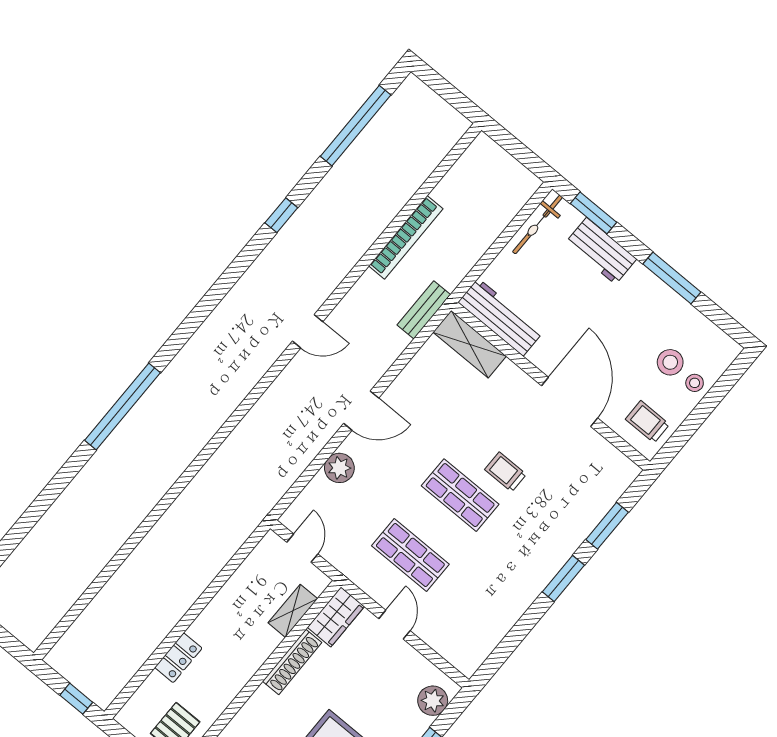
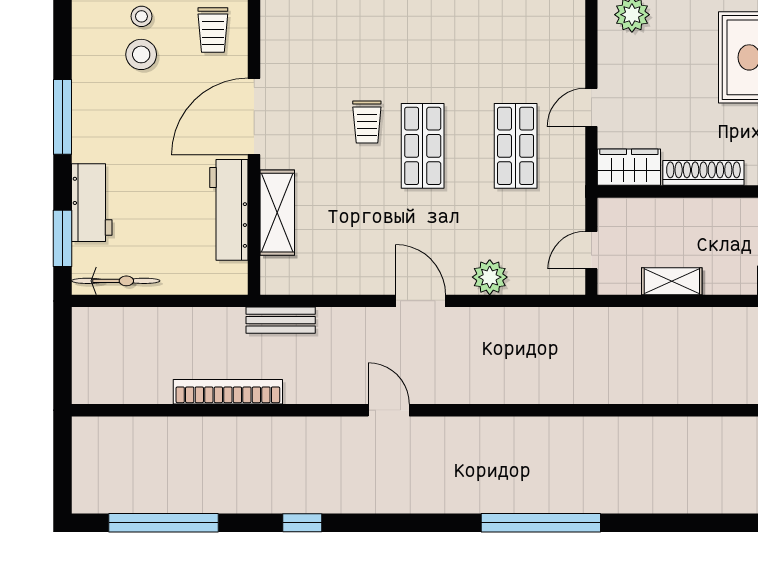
workbench: (500, 317) -> (229, 210), moved
shelving: (470, 344) -> (277, 213), moved
window: (122, 406) -> (541, 523), moved
shelving: (293, 611) -> (672, 281), moved

